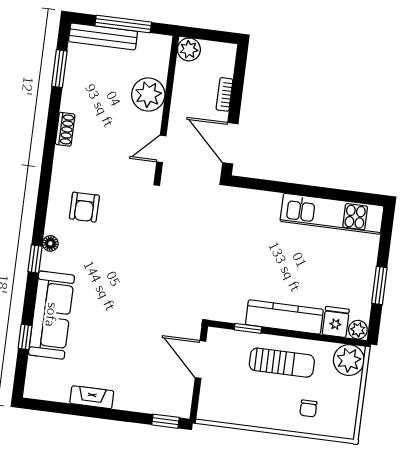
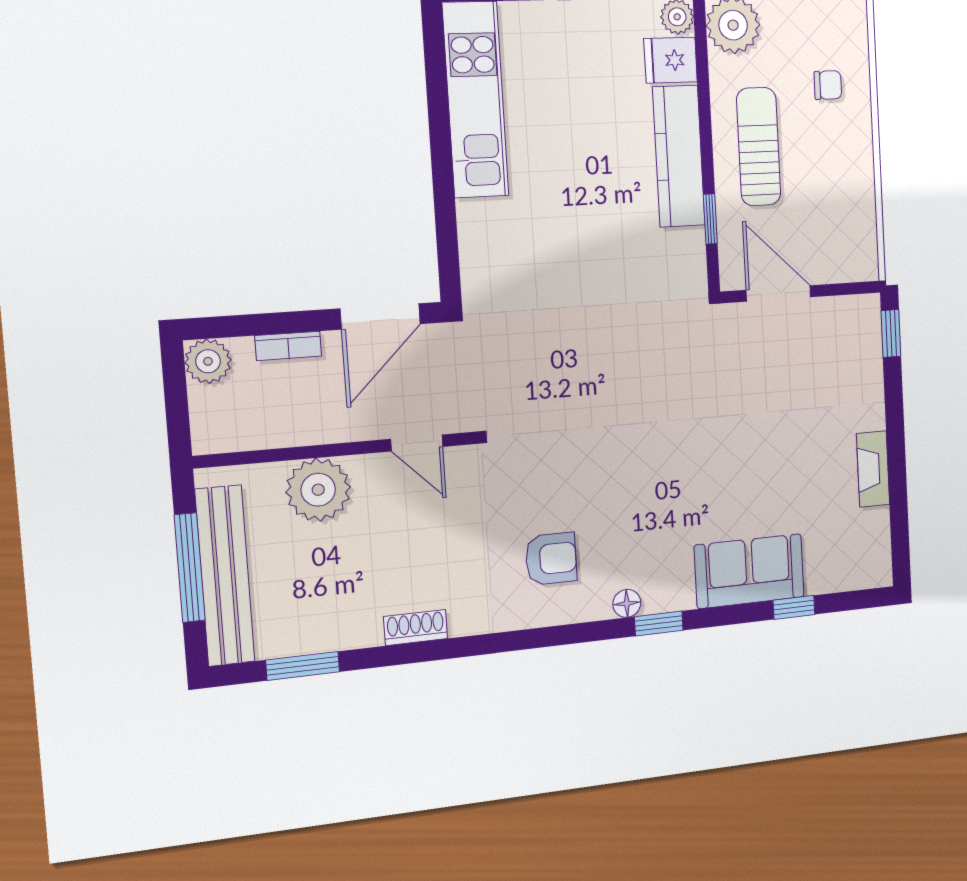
bench: (103, 36) -> (225, 576), width x1.37, depth x1.21
plant: (189, 49) -> (208, 361), moved
sofa: (51, 315) -> (749, 571), width x0.73
door: (200, 359) -> (778, 294), swing flipped

